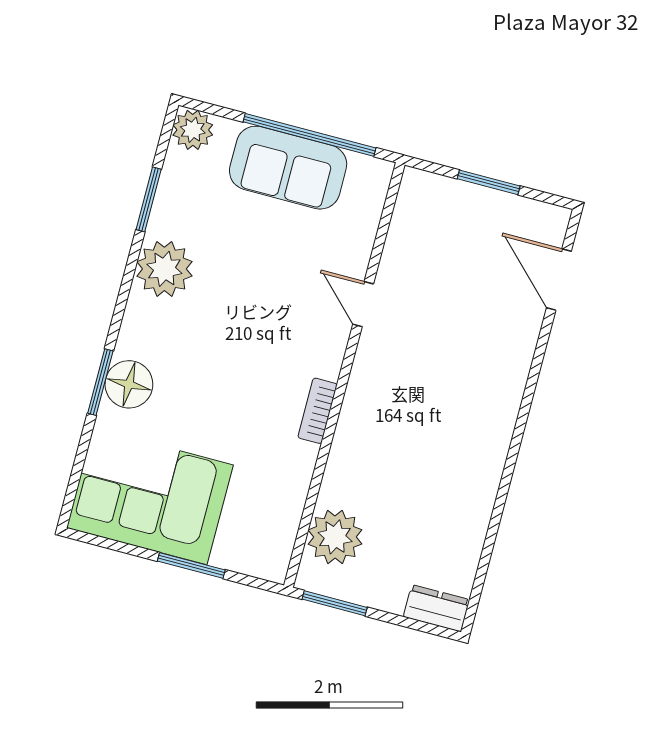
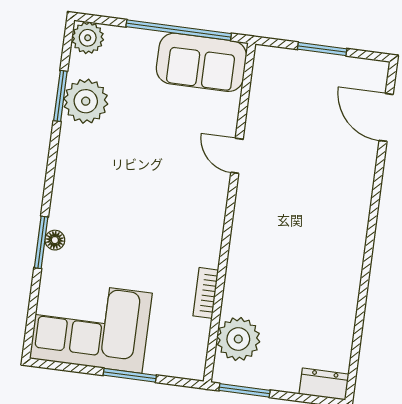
sofa: (288, 168) -> (201, 62), moved
plant: (164, 269) -> (86, 101), moved
floor lamp: (129, 384) -> (55, 240), width x0.53, depth x0.53
bookcase: (318, 411) -> (206, 293), moved

